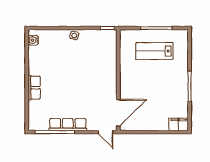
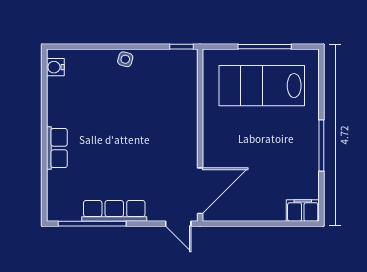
lab bench: (154, 51) -> (262, 86), width x1.36, depth x1.39

